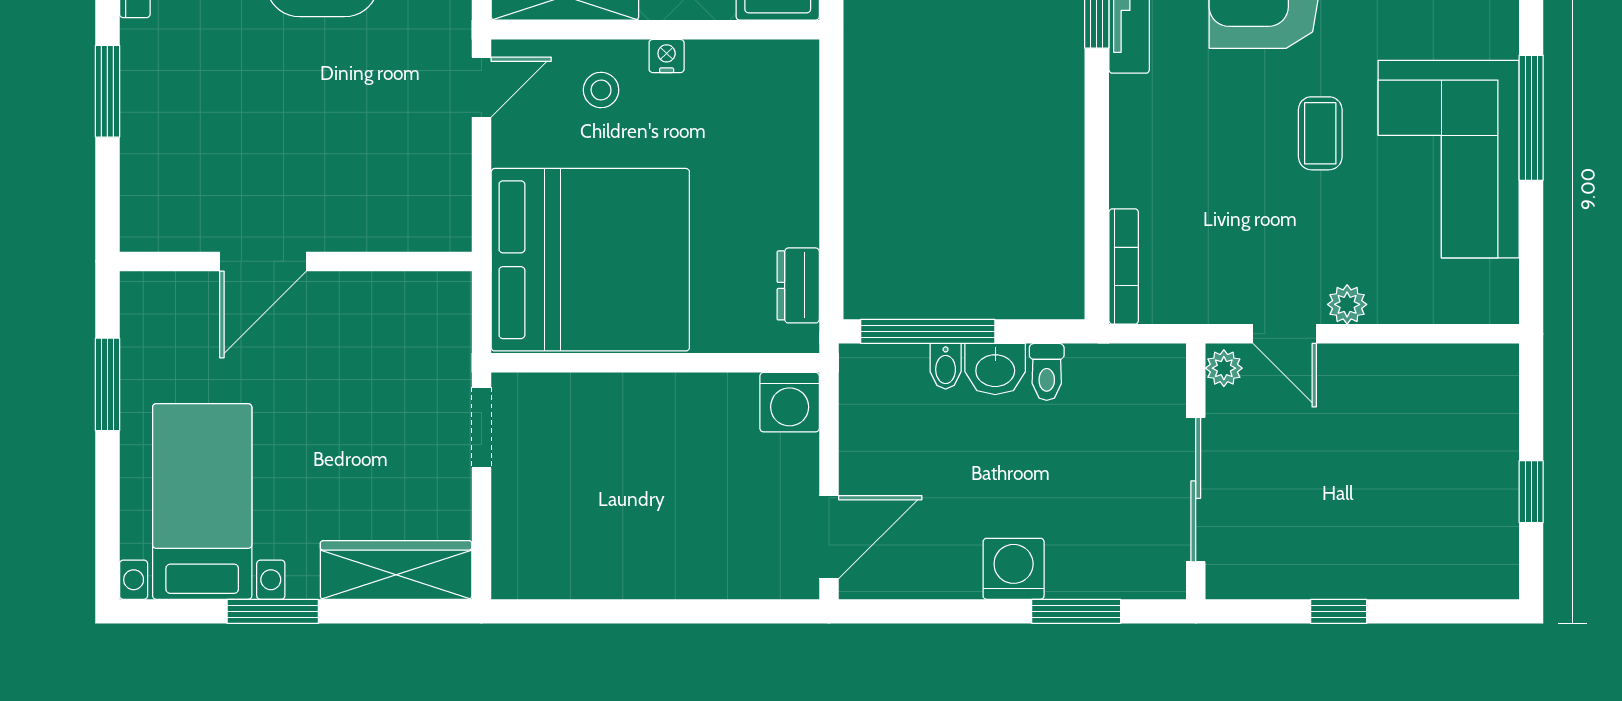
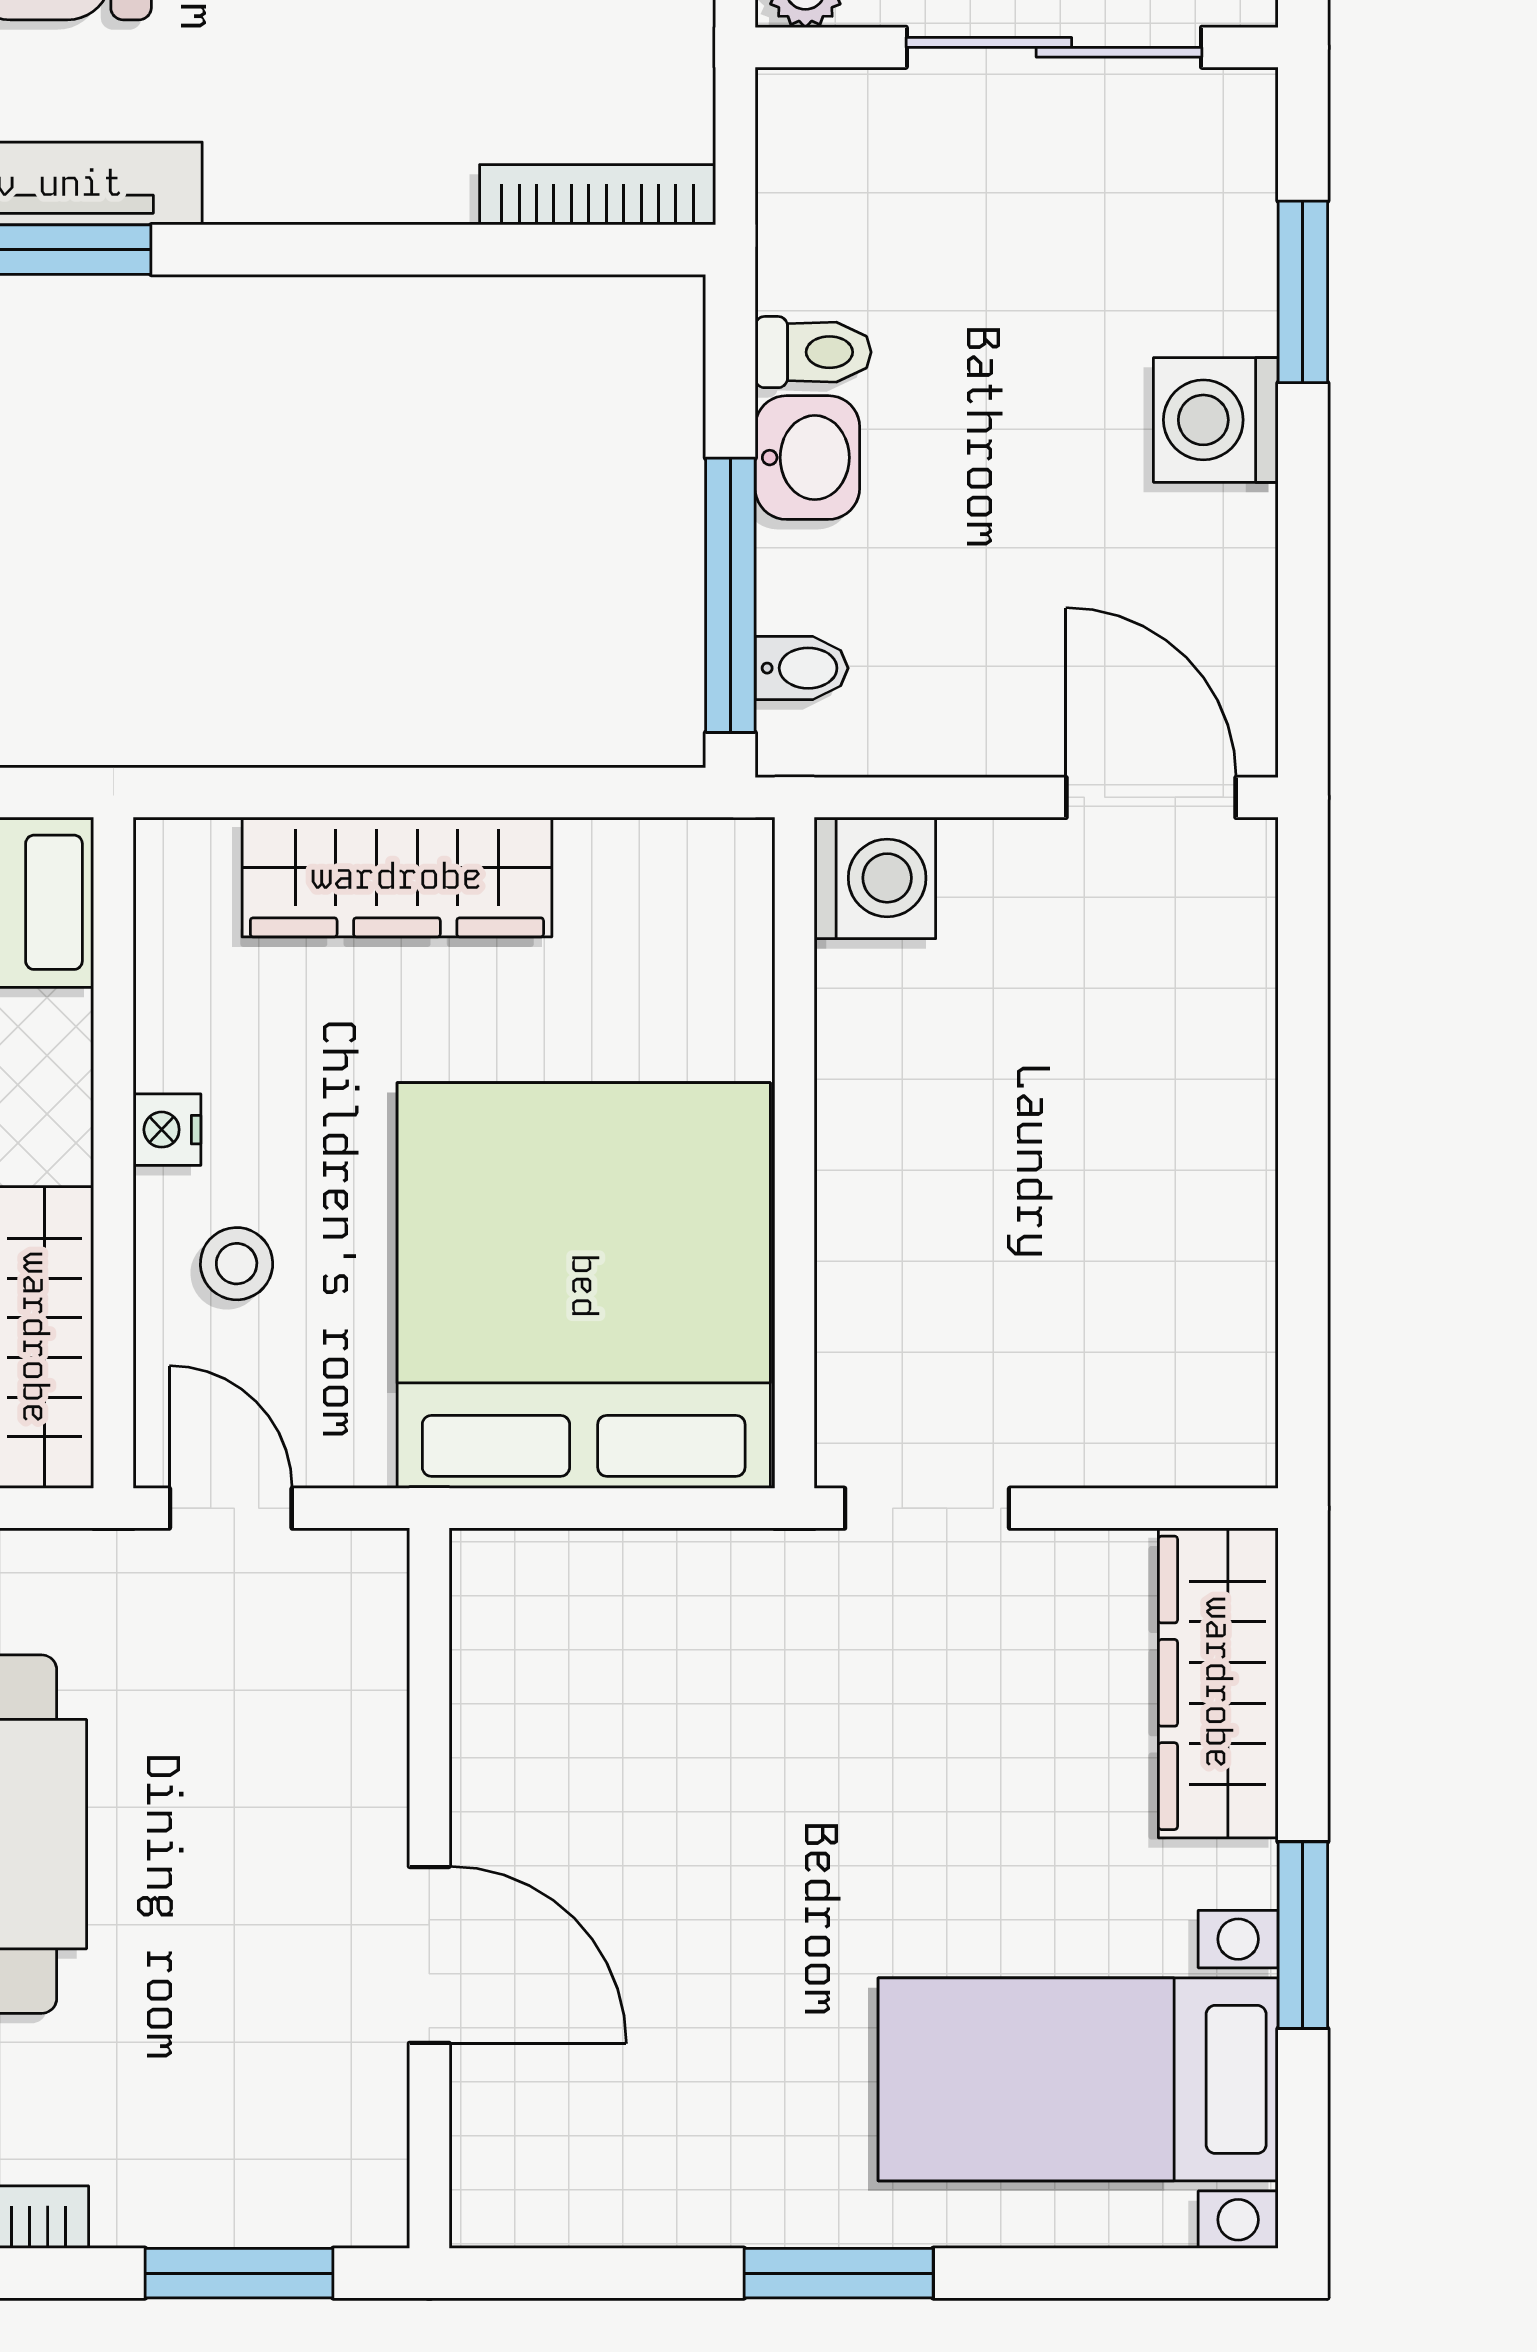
wardrobe: (790, 168) -> (397, 877), added
door: (263, 261) -> (429, 1955), moved
wall: (296, 261) -> (429, 1888), moved
dresser: (798, 285) -> (636, 860), removed
bidet: (946, 366) -> (802, 668), moved

